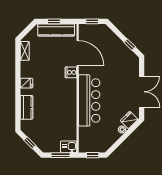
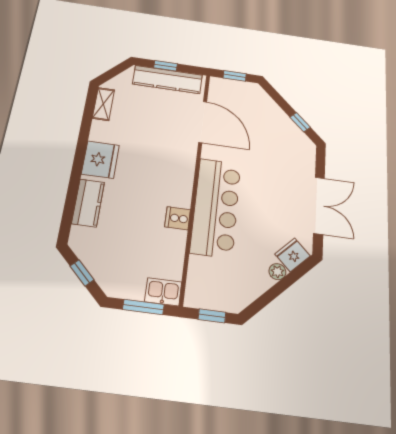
cooker: (71, 72) -> (178, 218), moved
fridge: (26, 83) -> (100, 160), width x1.88, depth x1.34

